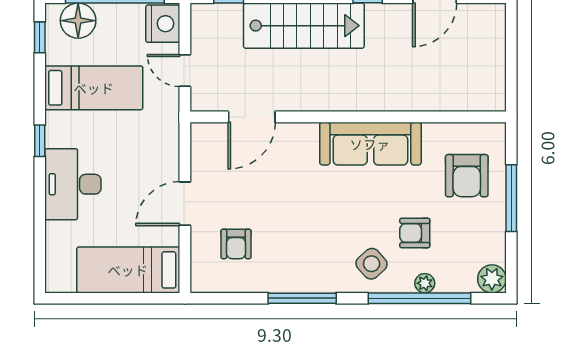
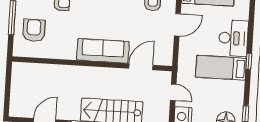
bed: (94, 88) -> (221, 68), moved
sofa: (370, 144) -> (103, 51), moved

